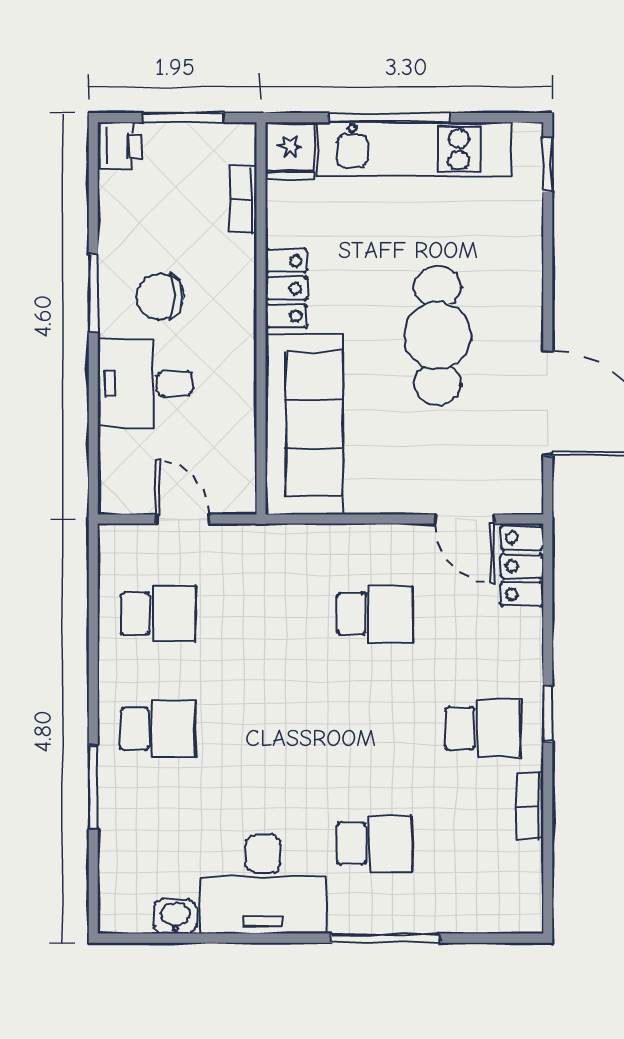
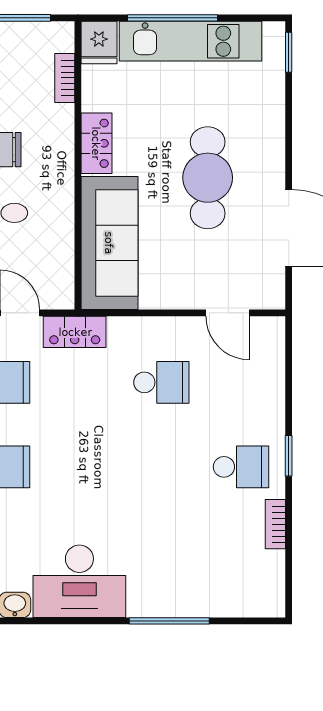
locker: (522, 566) -> (75, 332), moved, turned -90
school desk: (375, 844) -> (161, 551), removed

